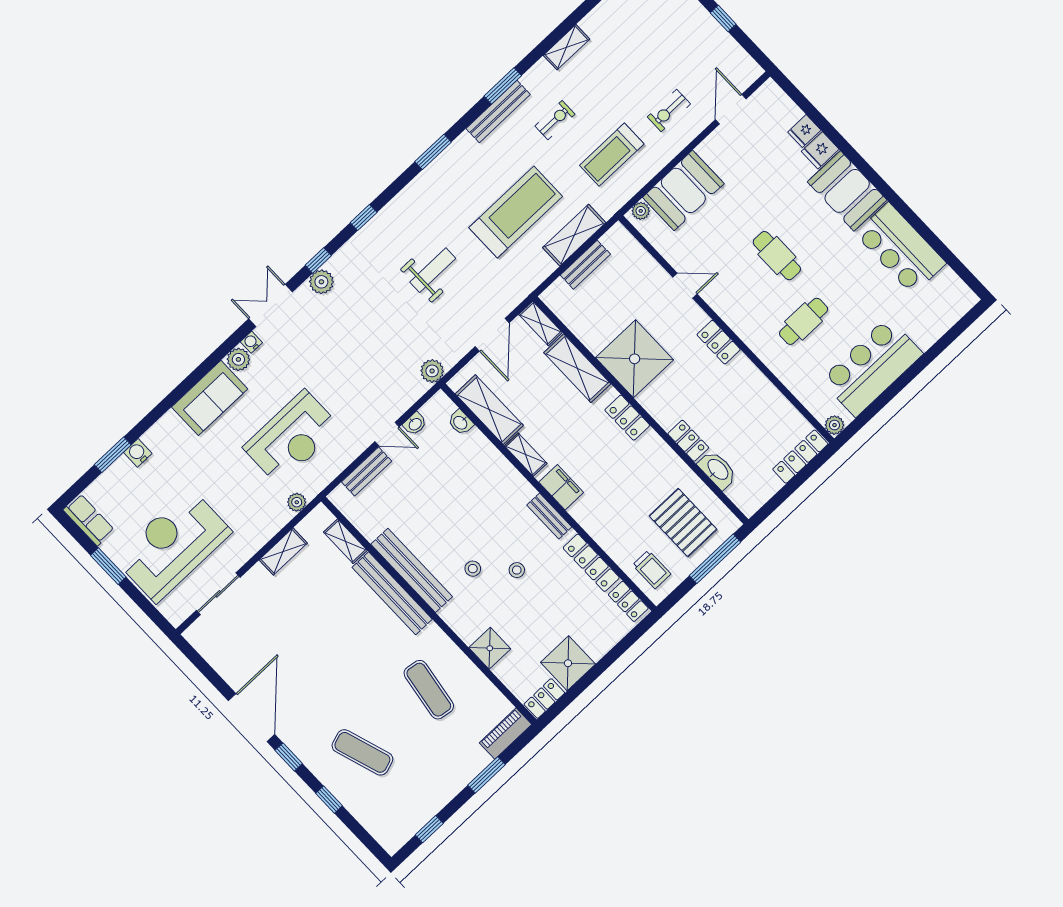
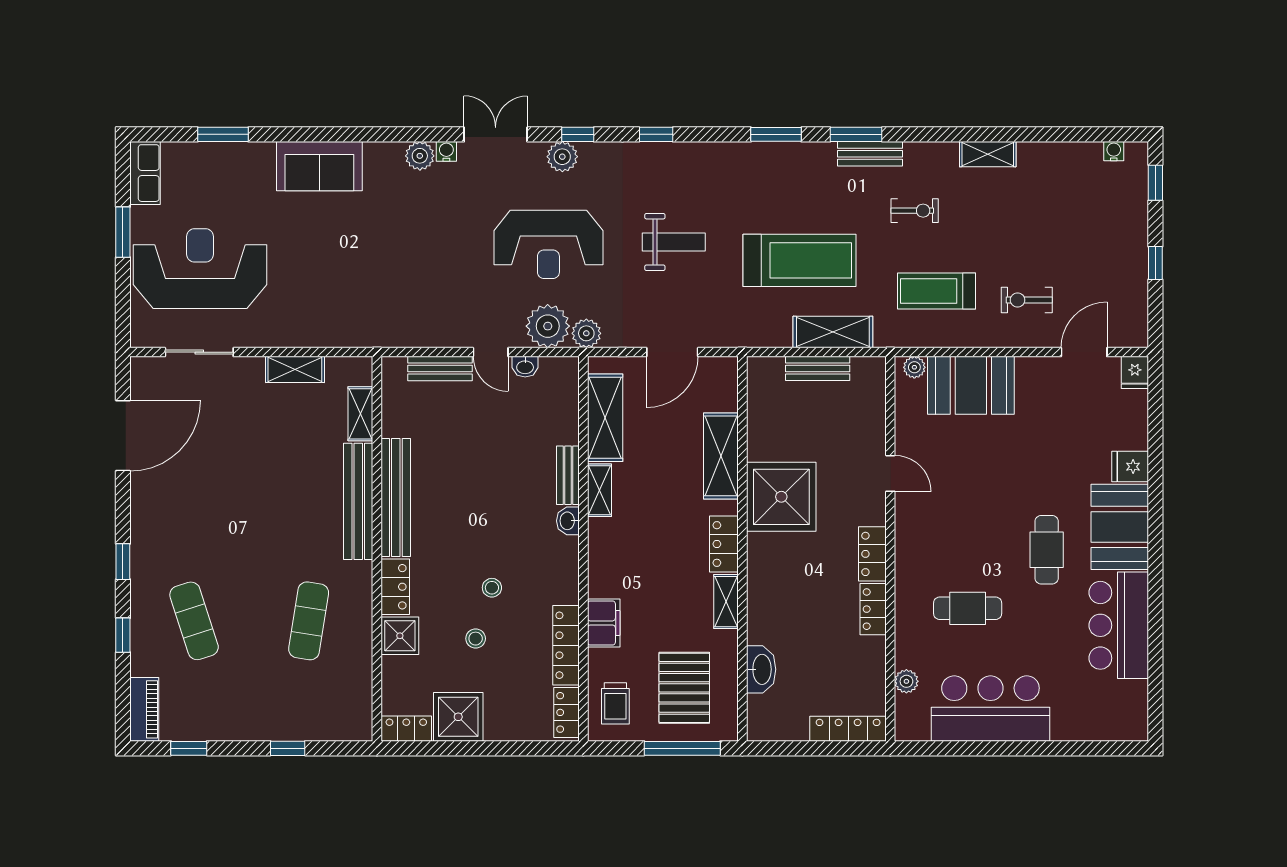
window: (503, 86) -> (856, 134), moved
bench: (498, 112) -> (870, 154), width x0.73
fridge: (804, 131) -> (1135, 372), moved, turned -90
cafe table: (777, 256) -> (1047, 550), moved
shelving: (540, 323) -> (726, 602), moved
sofa: (210, 398) -> (319, 166), moved
washbasin: (461, 422) -> (568, 521), moved
plant: (834, 425) -> (906, 681), moved
reception desk: (292, 437) -> (548, 244), moved
locker: (688, 441) -> (873, 609), moved, turned 180
water cooler: (138, 453) -> (247, 154), removed
filing cabinet: (561, 487) -> (604, 623), moved
plant: (297, 502) -> (548, 326), moved, width x1.88, depth x1.88
bench: (549, 516) -> (568, 475), moved
stool: (473, 569) -> (476, 639), moved
locker: (460, 622) -> (395, 587), added
door: (251, 718) -> (123, 436), moved
piano: (506, 734) -> (144, 709), moved, turned 90
window: (486, 775) -> (288, 748), width x0.67

